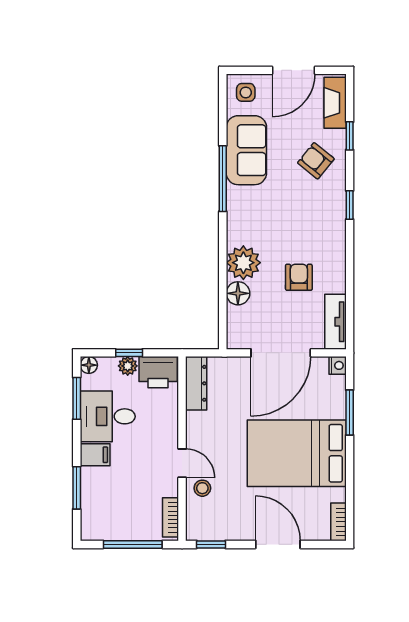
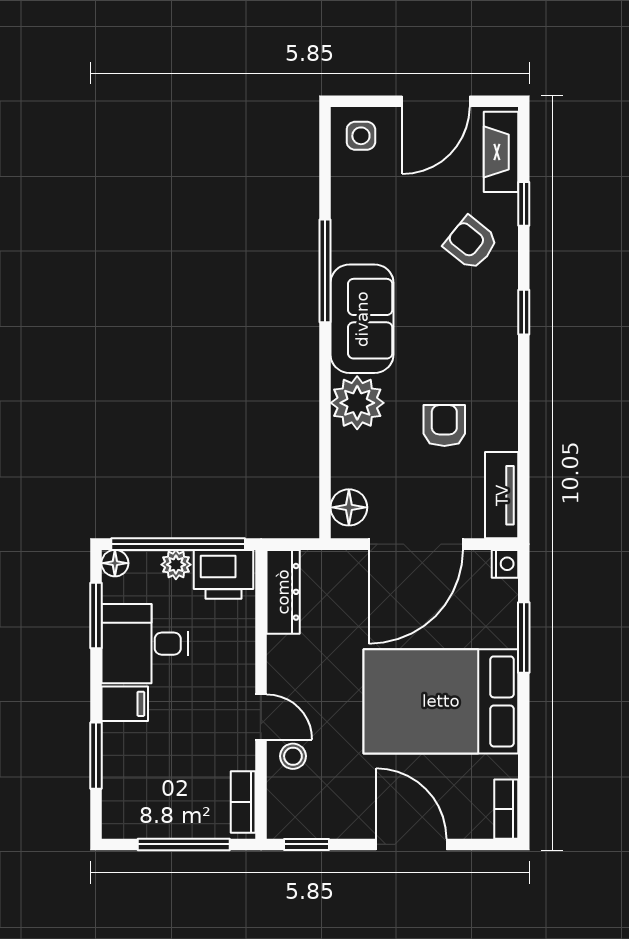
sofa: (246, 150) -> (362, 319), moved
floor lamp: (238, 293) -> (349, 507), moved
window: (129, 353) -> (178, 544), width x3.17

